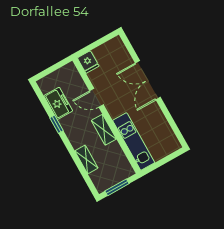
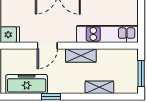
freezer: (58, 103) -> (27, 84), width x1.40

